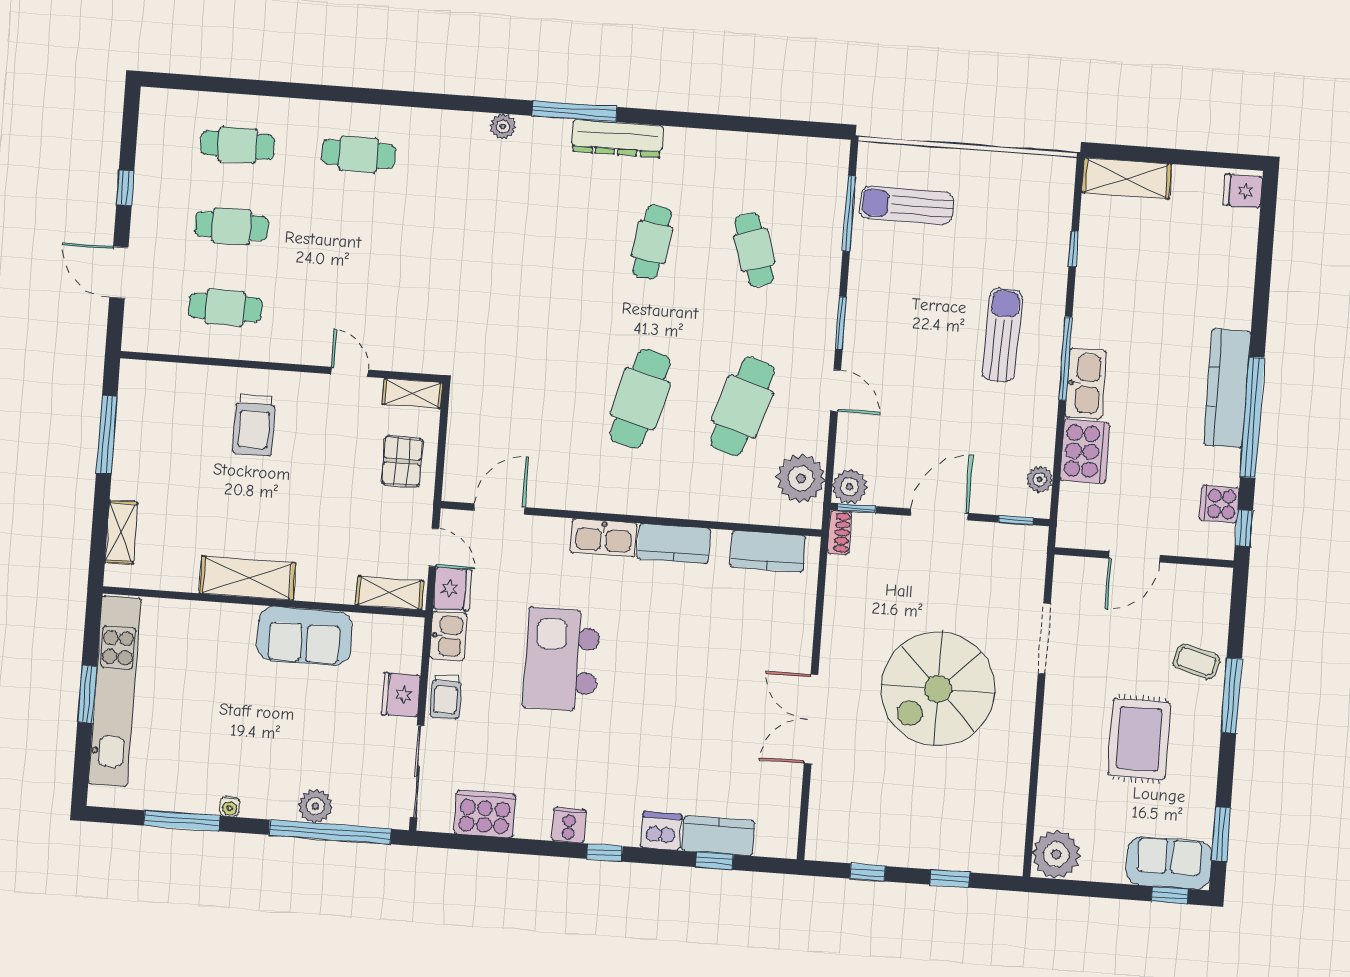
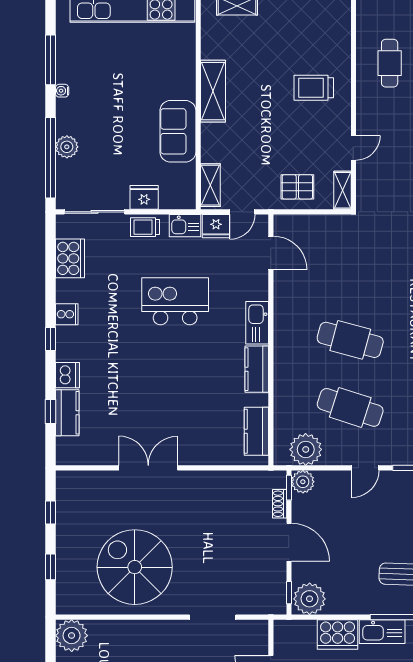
plant: (1040, 479) -> (310, 599), width x1.88, depth x1.88
shoe rack: (839, 533) -> (280, 504), moved, turned 90
spiral stairs: (938, 689) -> (135, 567), moved

